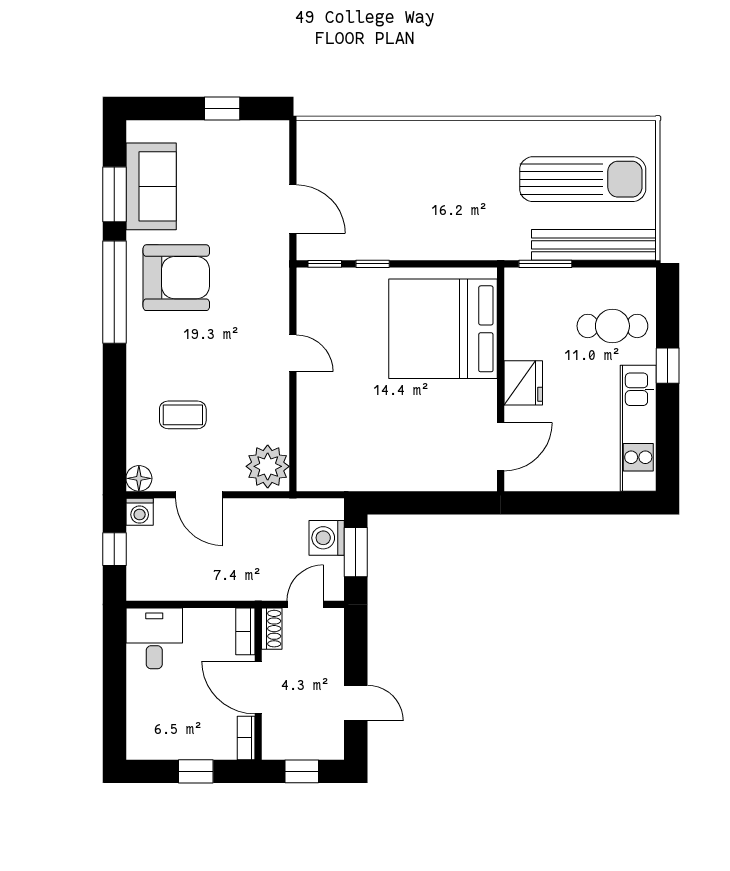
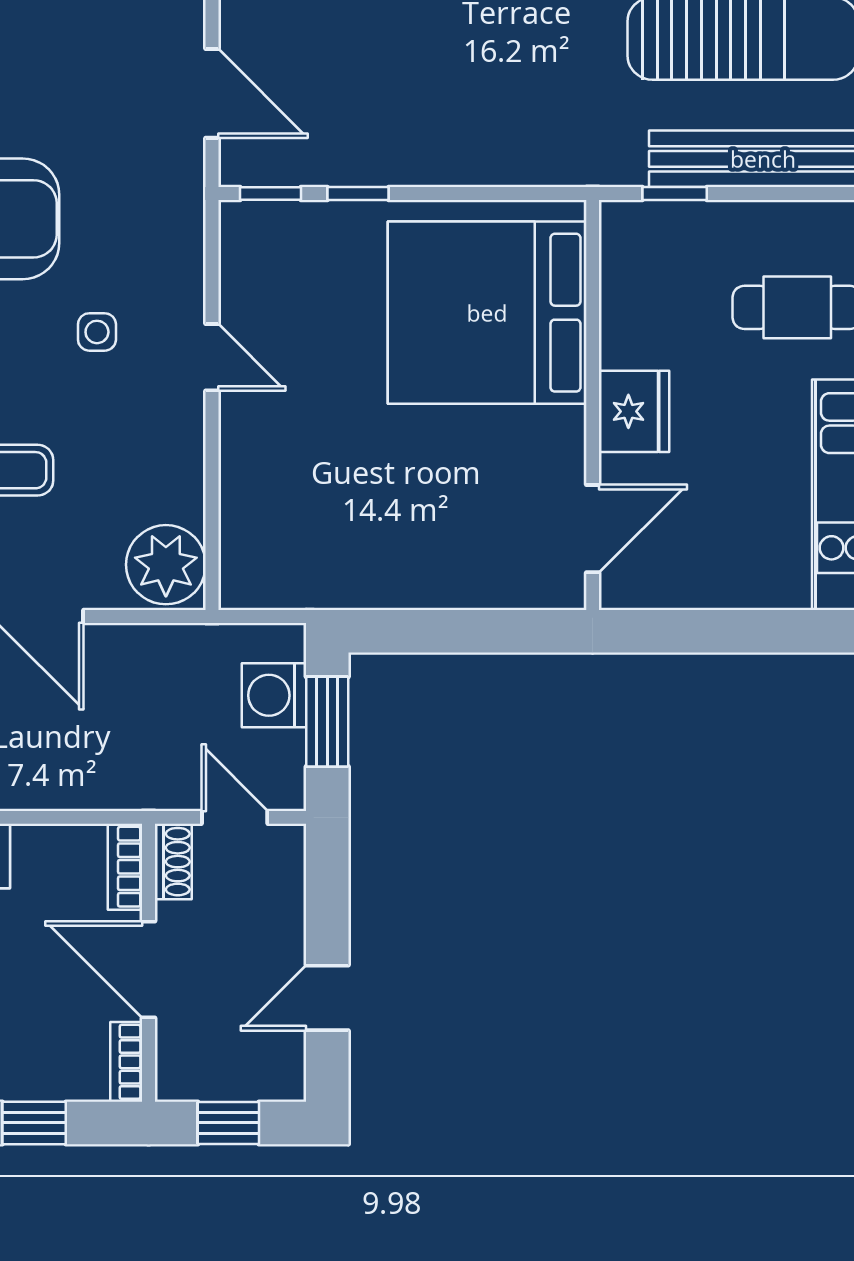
window: (545, 264) -> (675, 194), width x0.67
side table: (230, 339) -> (97, 332), added
door: (305, 604) -> (235, 817), hinge flipped
door: (356, 703) -> (327, 998), swing flipped

